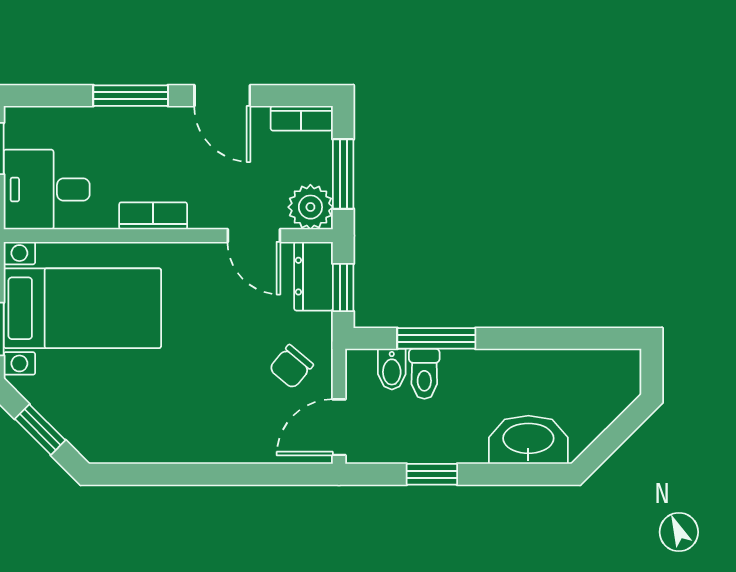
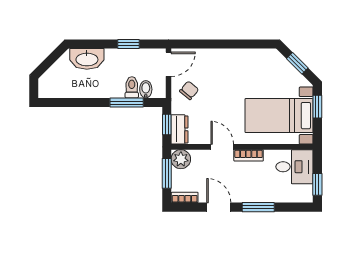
door: (254, 236) -> (222, 147), moved

